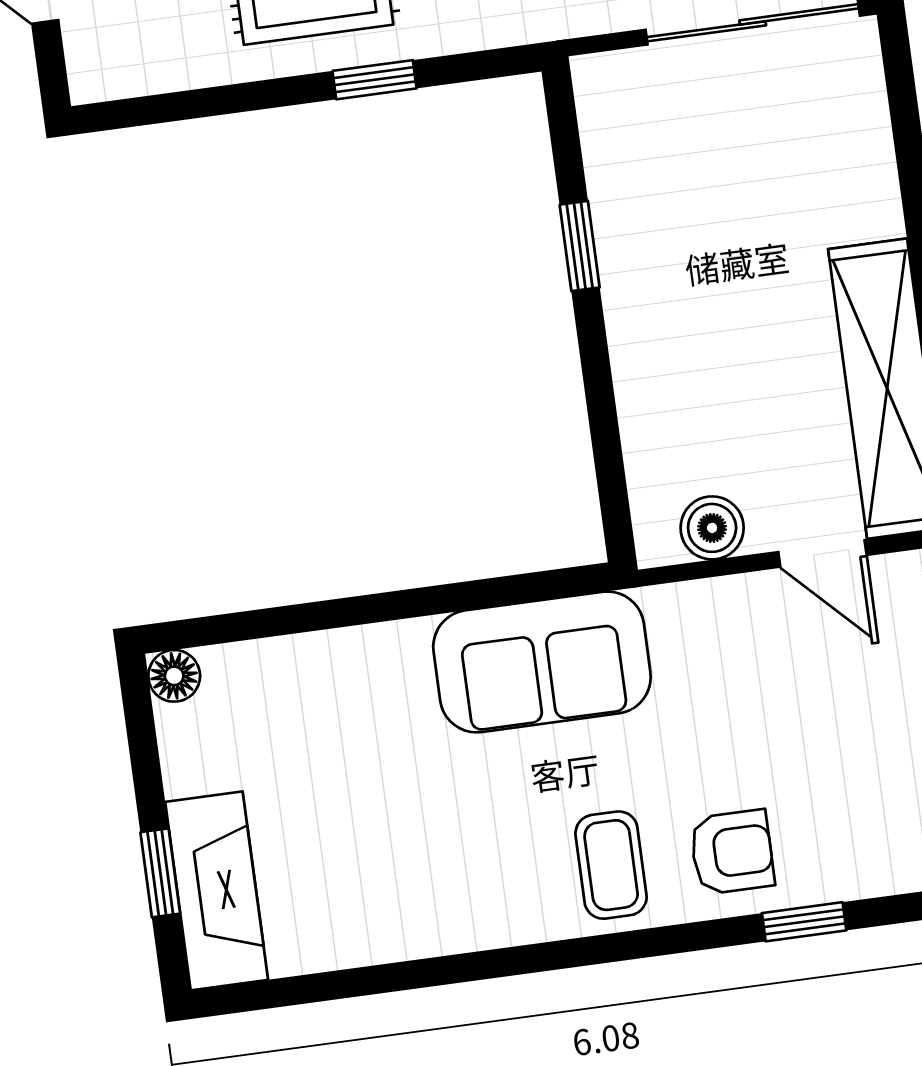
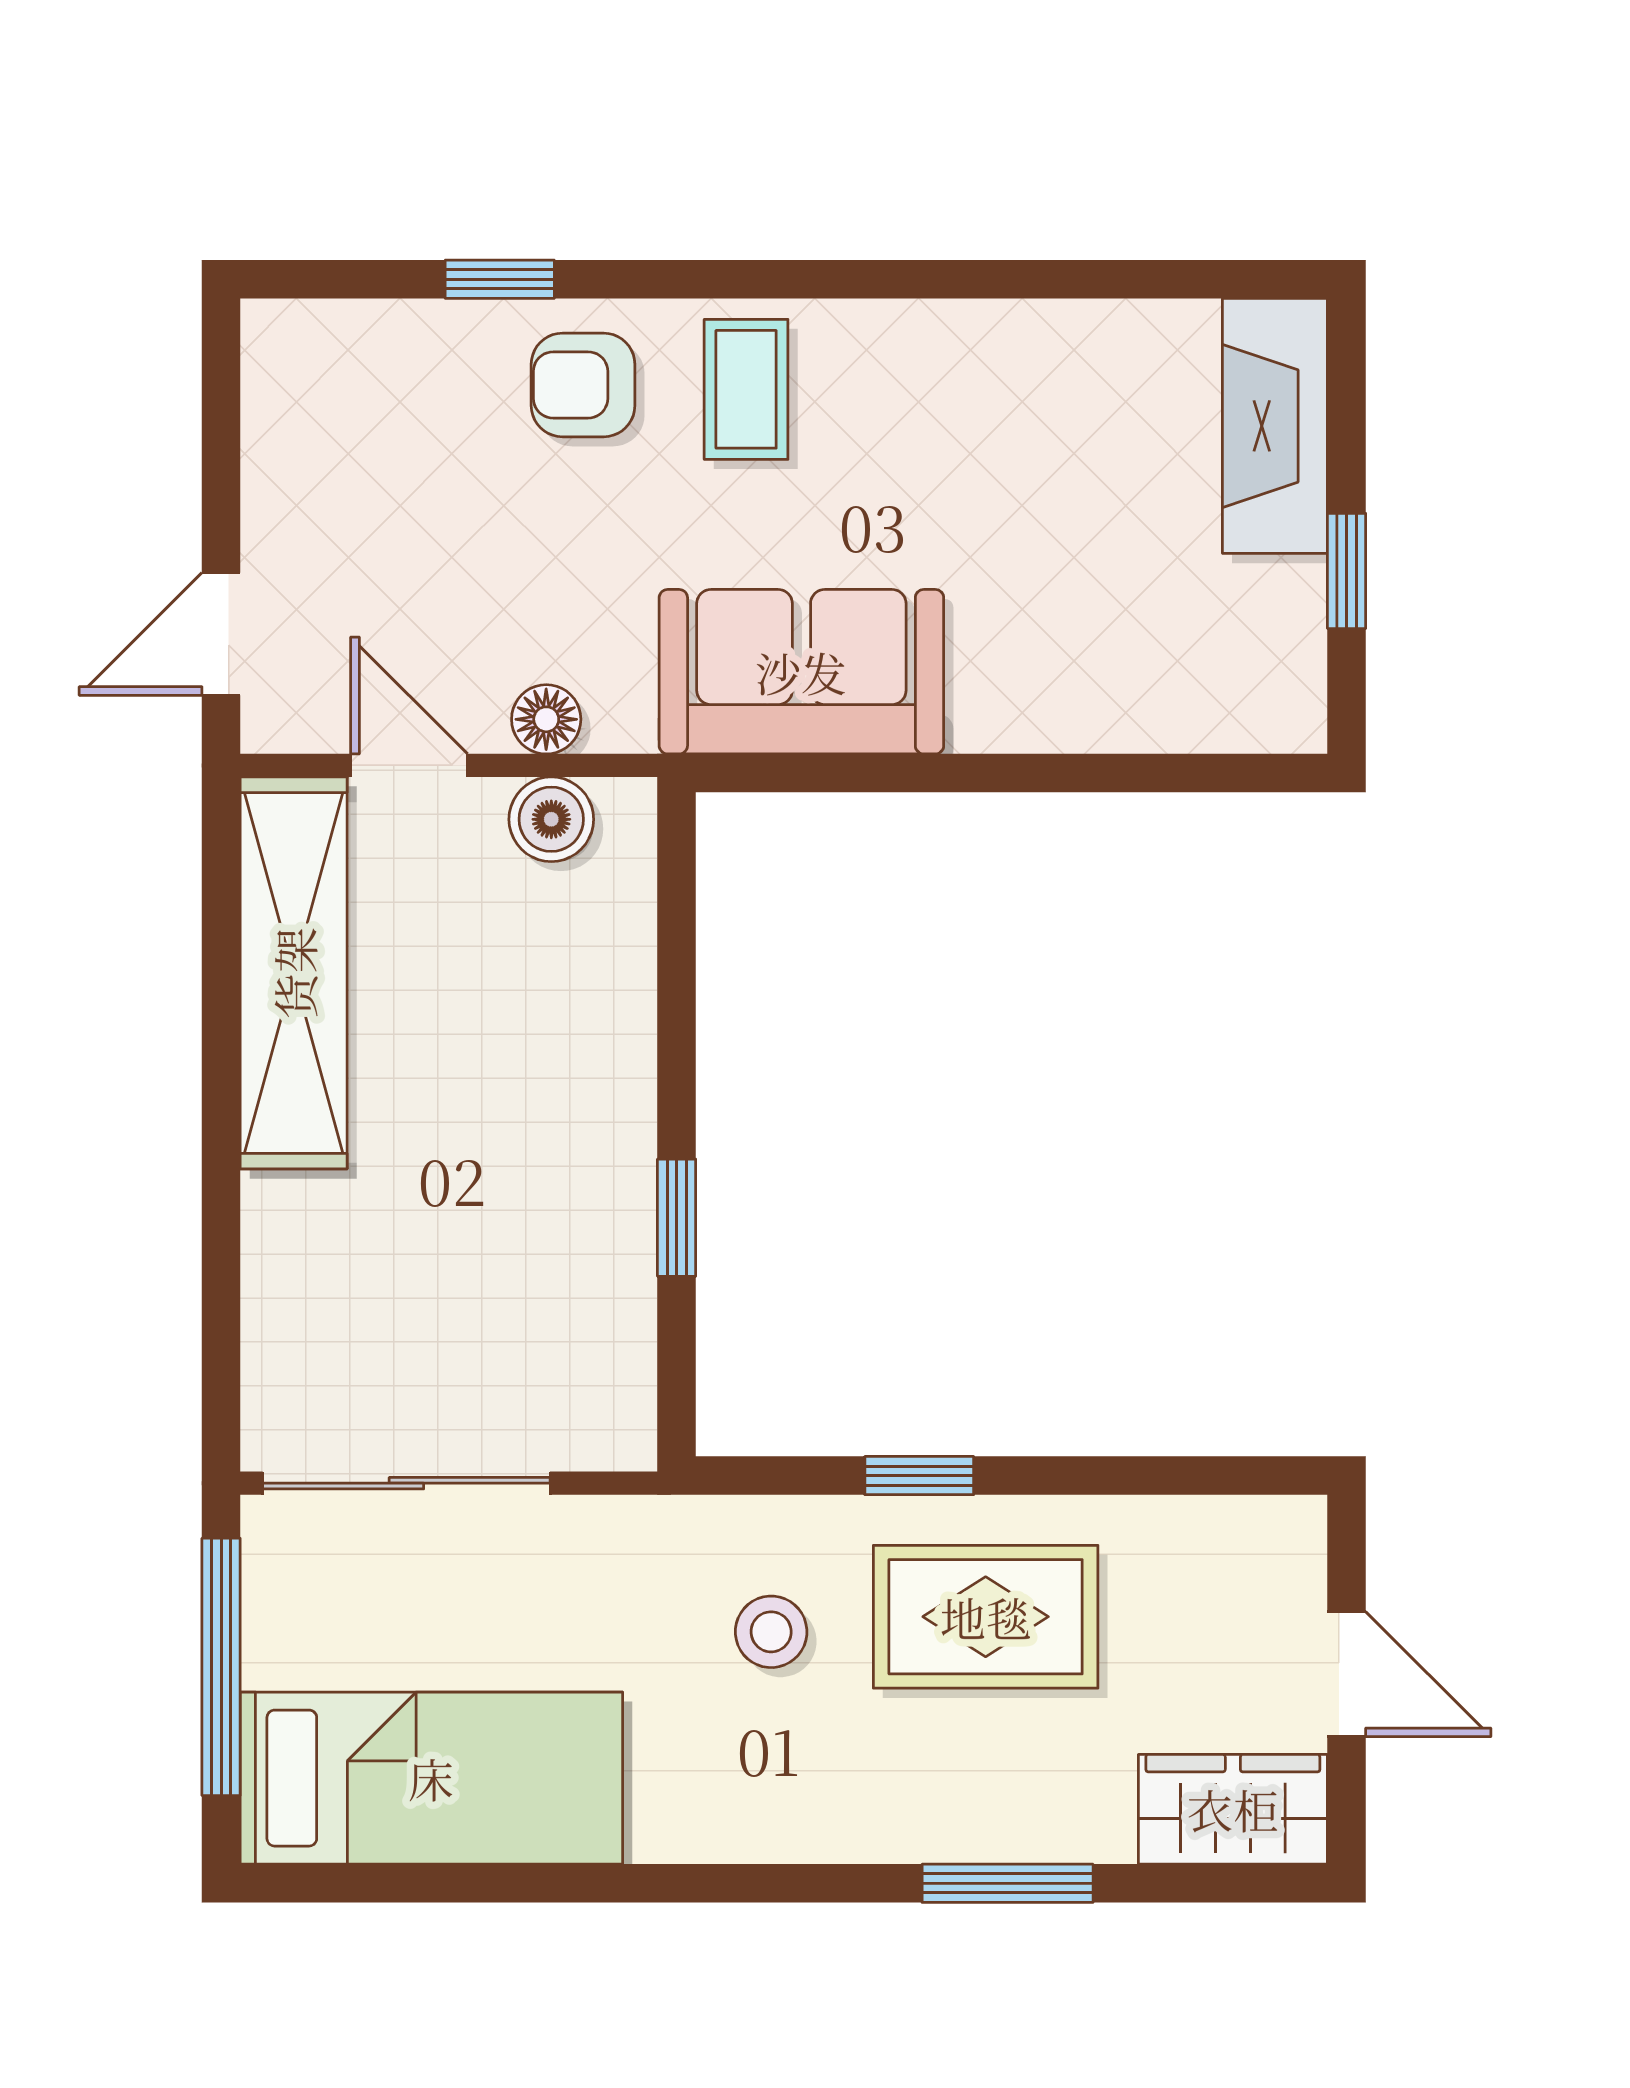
floor lamp: (174, 676) -> (546, 719), moved
window: (160, 873) -> (1347, 571), moved

